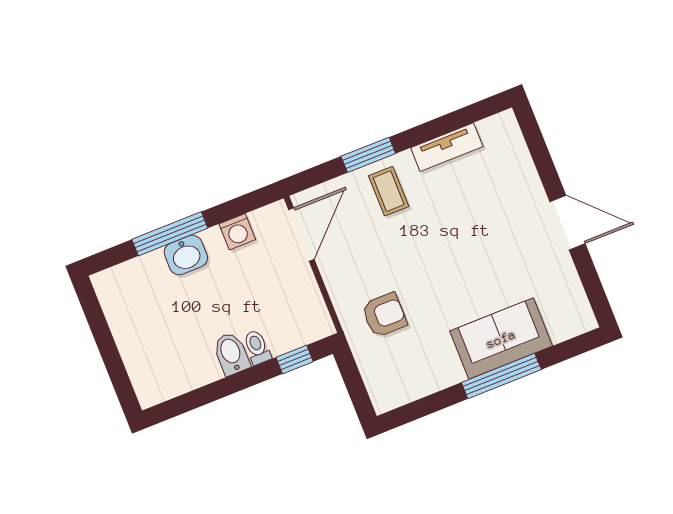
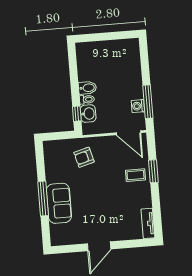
tv unit: (447, 147) -> (148, 223), moved
window: (170, 234) -> (148, 102), moved
washbasin: (186, 255) -> (88, 114), moved, turned 180
armchair: (384, 315) -> (84, 157), turned 75

